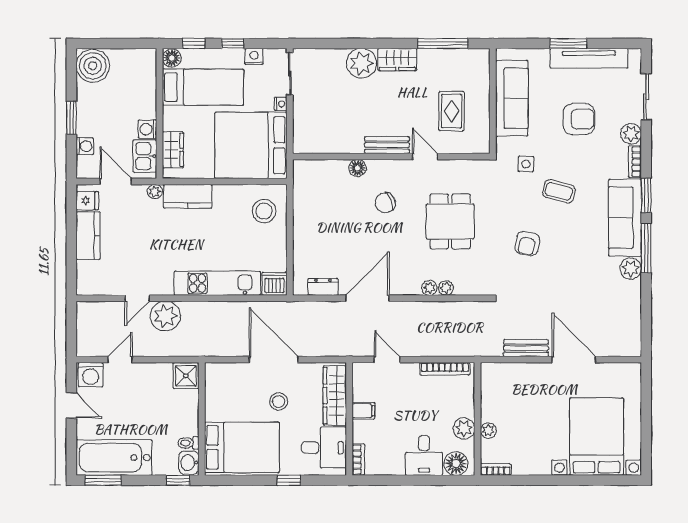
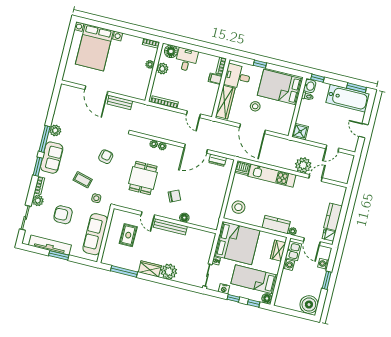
bench: (387, 145) -> (170, 227), width x1.36
sofa: (625, 218) -> (52, 158), width x0.73
washing machine: (91, 375) -> (350, 144), removed
filing cabinet: (363, 411) -> (215, 79), moved

